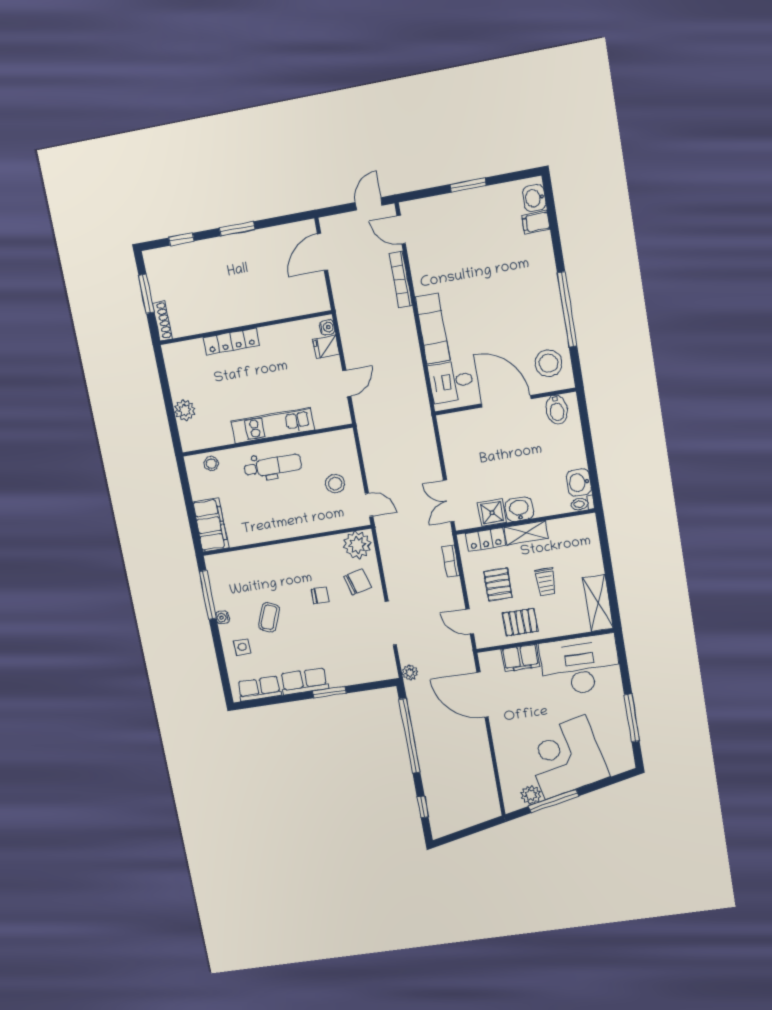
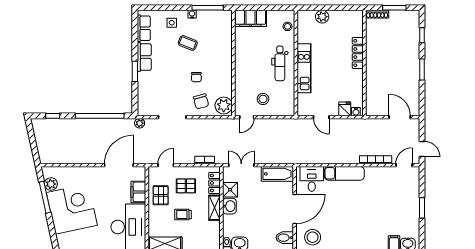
bathtub: (453, 440) -> (277, 174), added

